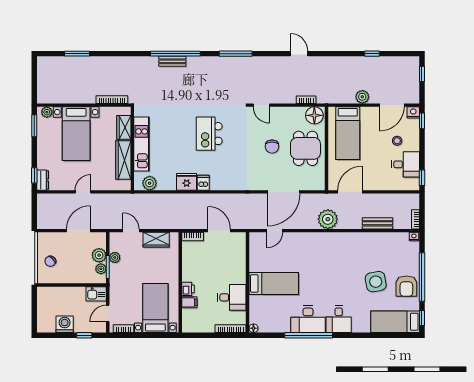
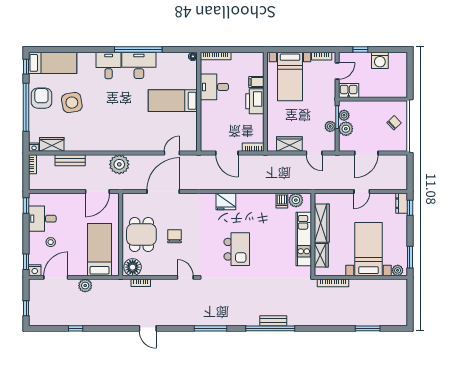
fridge: (187, 182) -> (226, 201), moved
dishwasher: (203, 183) -> (282, 201), moved
wardrobe: (396, 239) -> (52, 144), added
printer: (188, 289) -> (255, 101), width x1.87, depth x1.48

